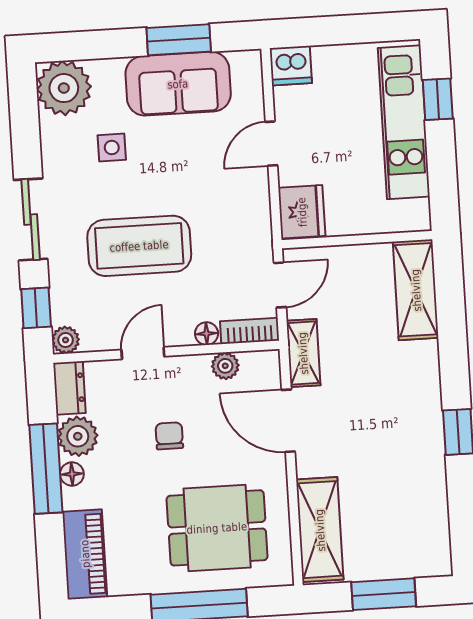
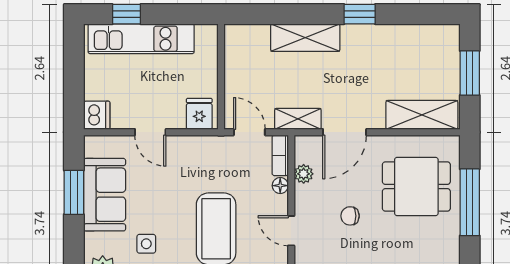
fridge: (302, 212) -> (199, 114), width x0.72
shelving: (416, 290) -> (305, 38), moved
dining table: (217, 528) -> (416, 186), turned 90

